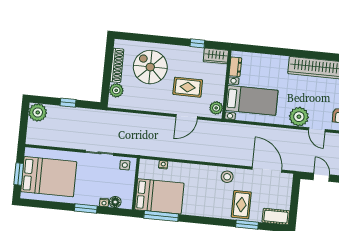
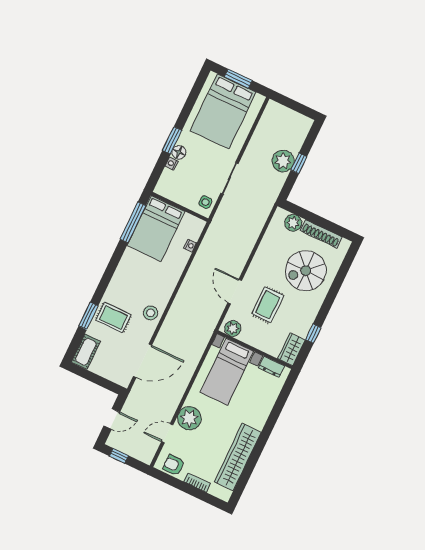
spiral stairs: (150, 67) -> (306, 271), turned 180
plant: (38, 112) -> (283, 161), moved
floor lamp: (115, 202) -> (179, 152), moved

